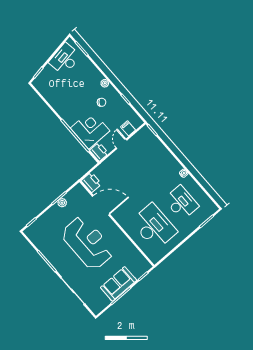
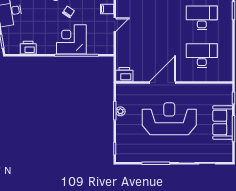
corner desk: (90, 130) -> (71, 39), moved
door: (121, 144) -> (115, 25), swing flipped
printer: (99, 152) -> (28, 48), moved
door: (101, 205) -> (163, 83), moved
desk: (154, 227) -> (202, 56), width x0.73, depth x0.77

